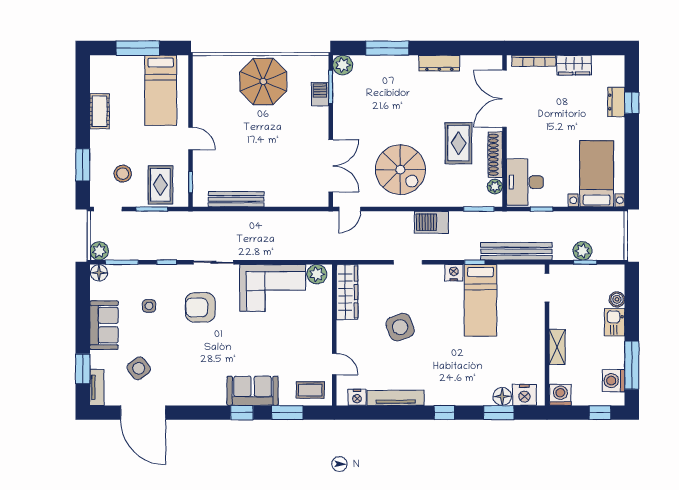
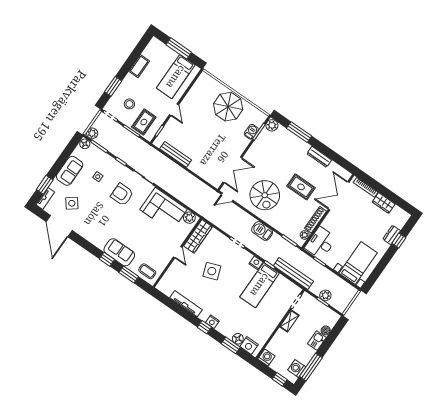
rug: (458, 143) -> (301, 187), moved, turned 90
shelving: (557, 347) -> (289, 321), moved
door: (334, 364) -> (178, 252), moved
nightstand: (357, 397) -> (212, 322), moved

